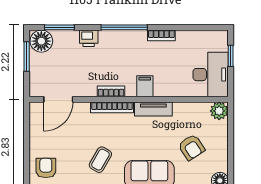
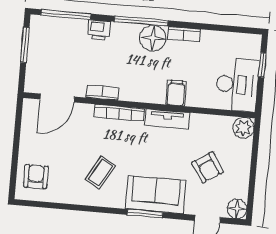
window: (59, 27) -> (66, 14), width x1.44
floor lamp: (41, 41) -> (153, 38), moved
filing cabinet: (145, 86) -> (176, 93), moved
bookcase: (111, 91) -> (102, 93), moved

